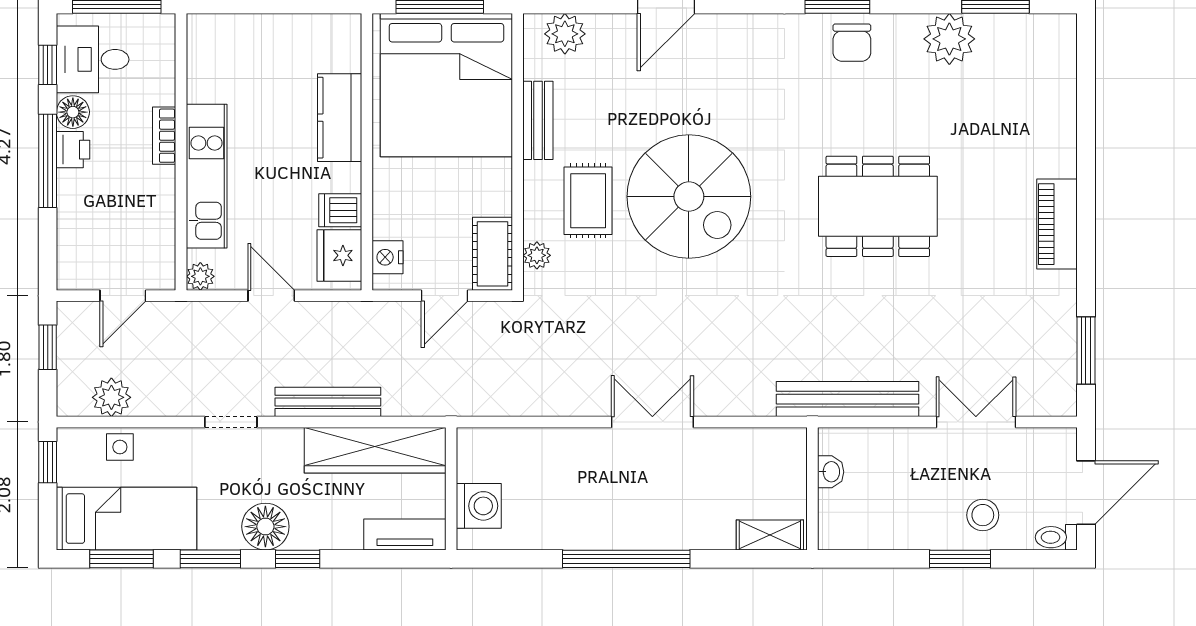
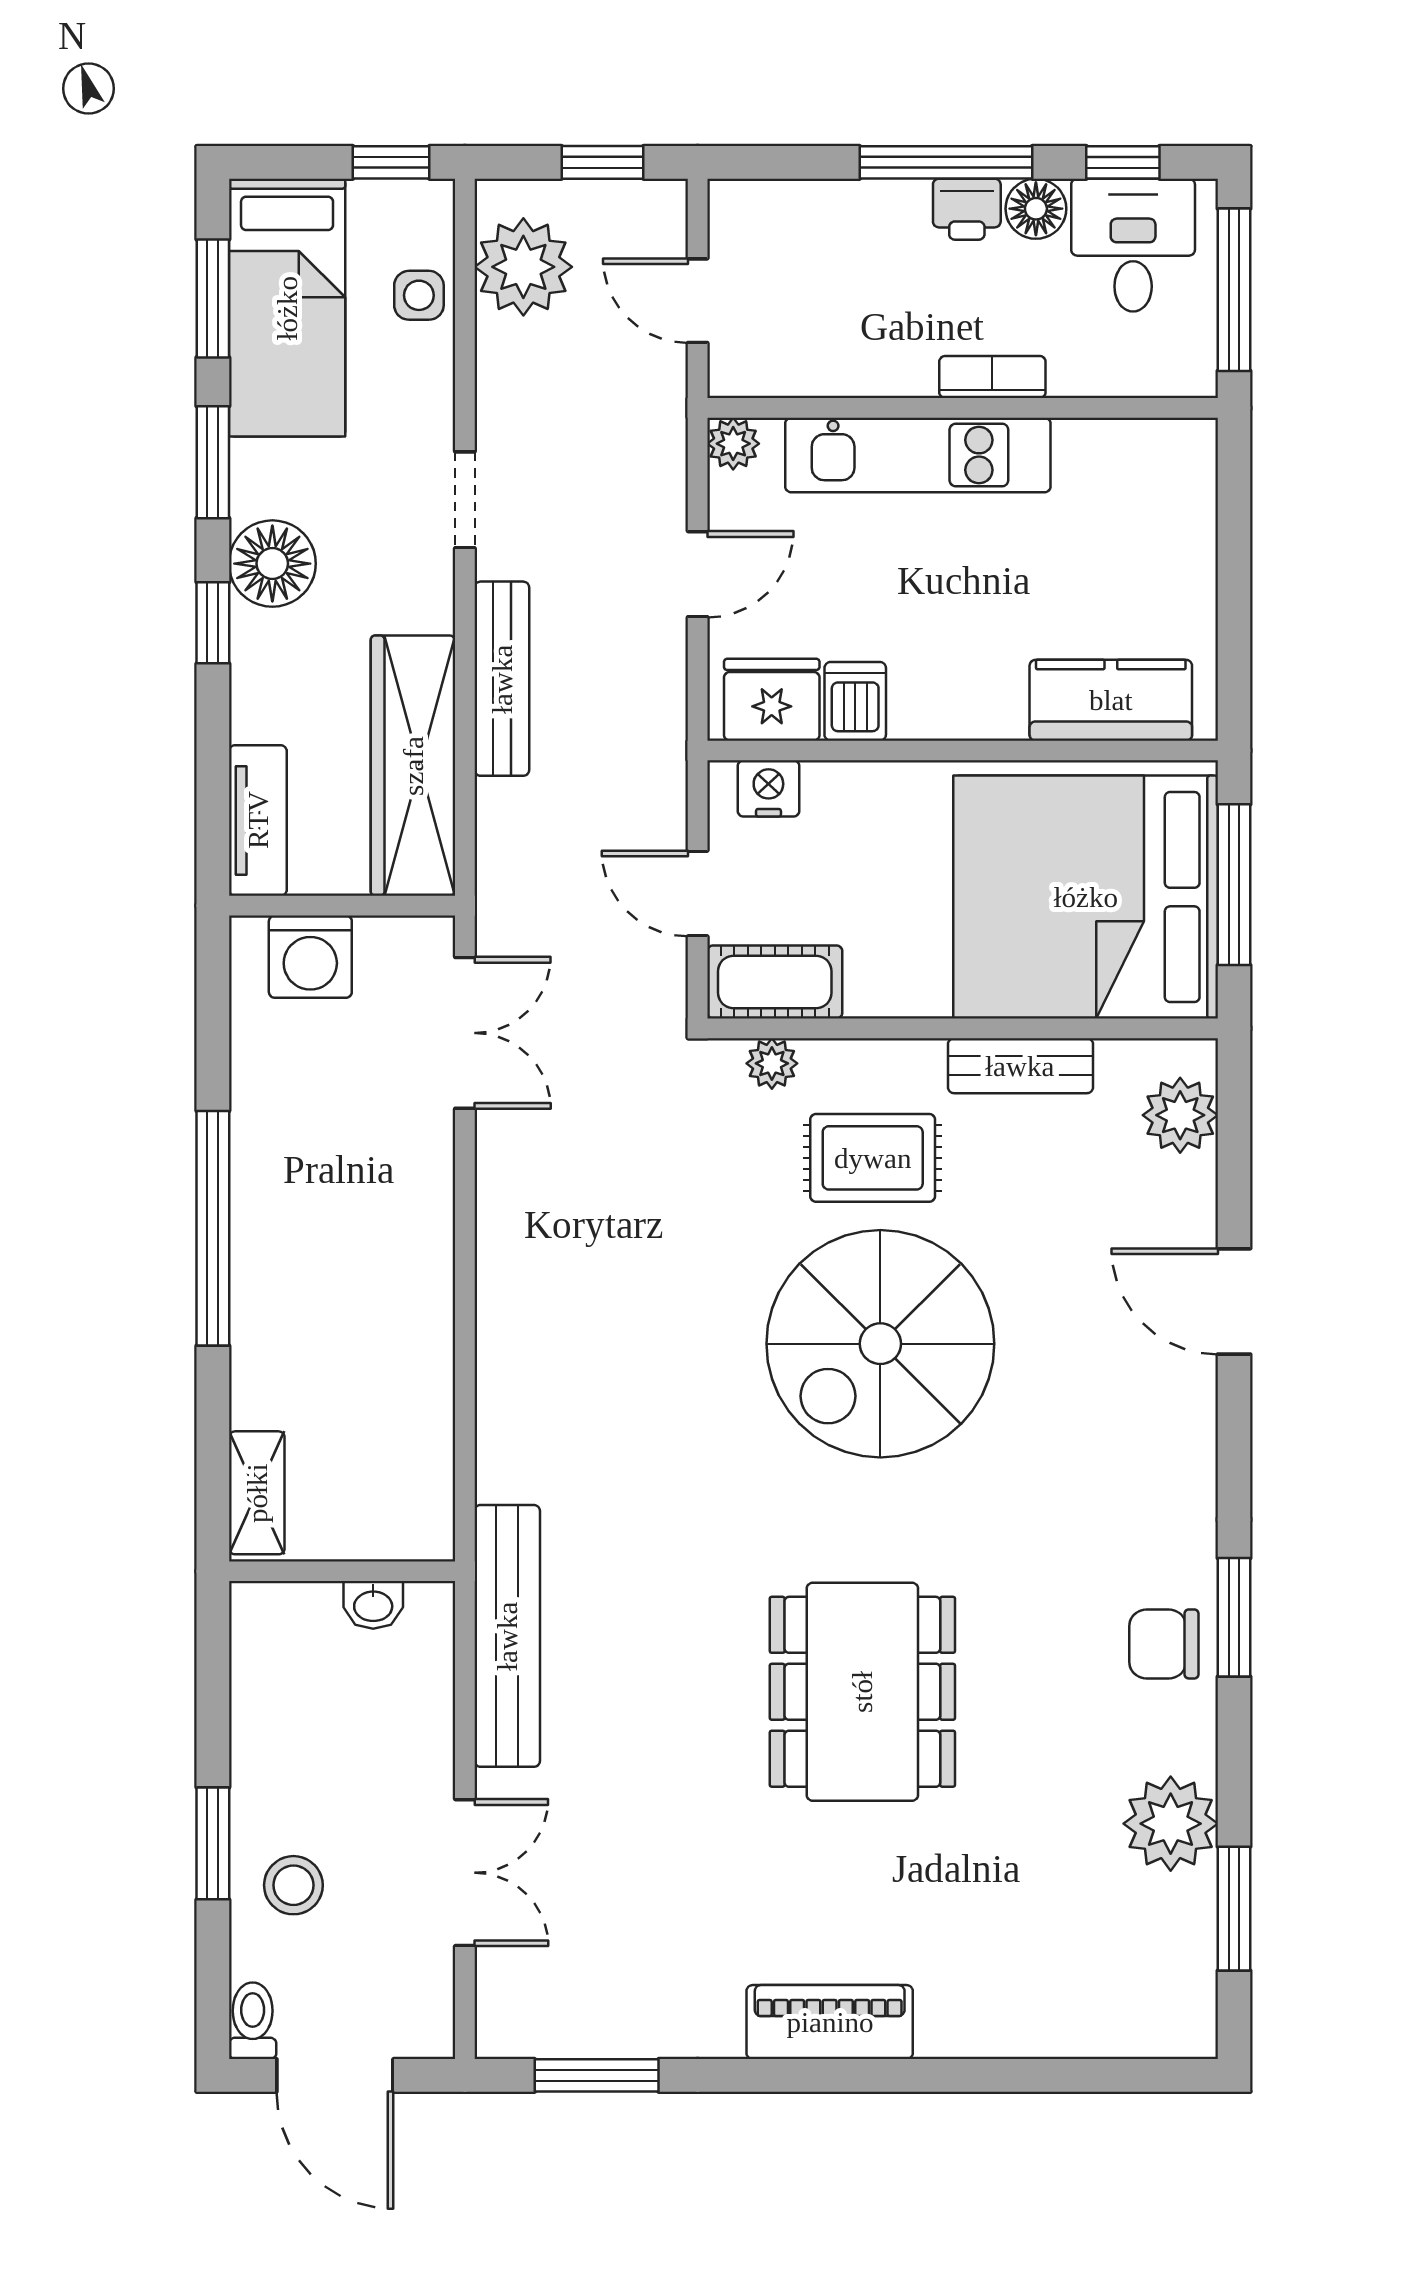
kitchen counter: (340, 118) -> (1111, 700), moved
plant: (111, 397) -> (523, 267), width x1.36, depth x1.36
double door: (652, 422) -> (465, 1033), moved

